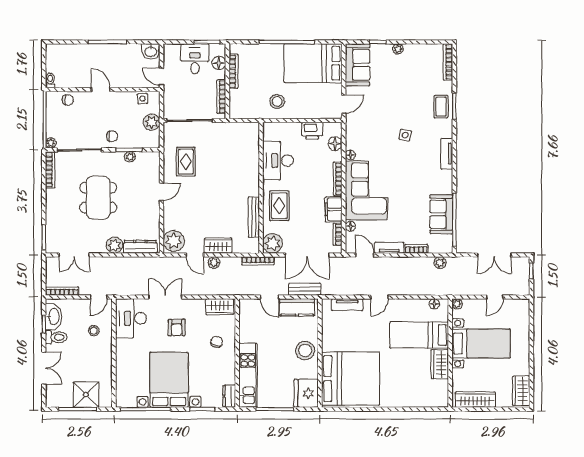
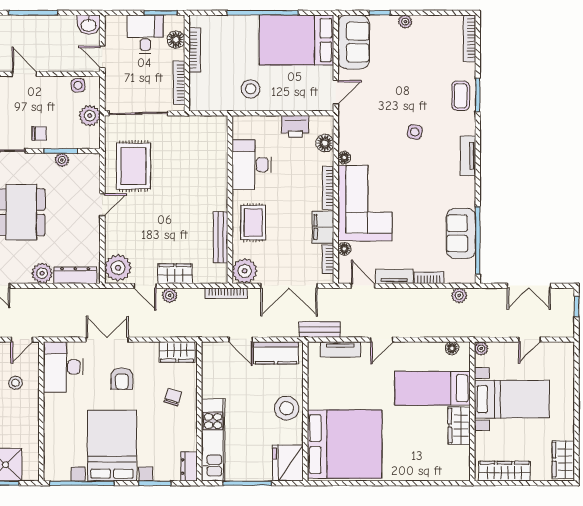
rug: (186, 162) -> (133, 166), width x1.36, depth x1.43
bench: (305, 289) -> (320, 330), moved

